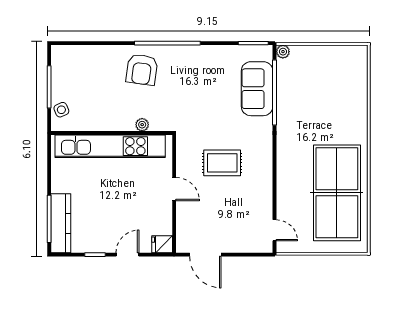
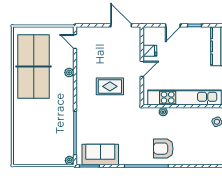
armchair: (142, 70) -> (163, 149), turned -98
sofa: (257, 89) -> (100, 154), moved, turned -90
plant: (283, 184) -> (69, 73), added
door: (174, 189) -> (142, 69), swing flipped
fridge: (162, 244) -> (150, 51), moved

